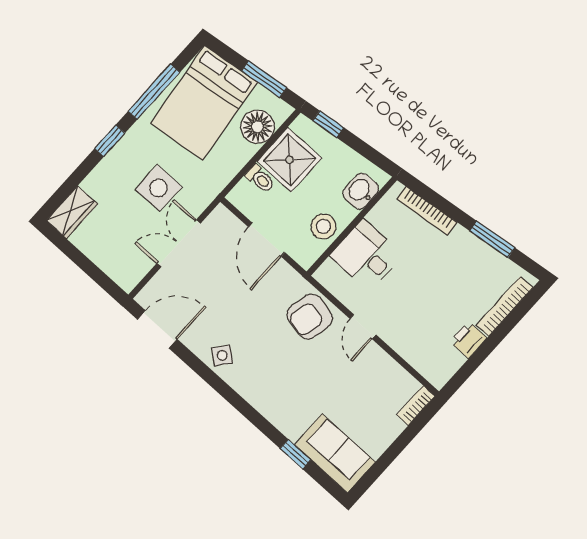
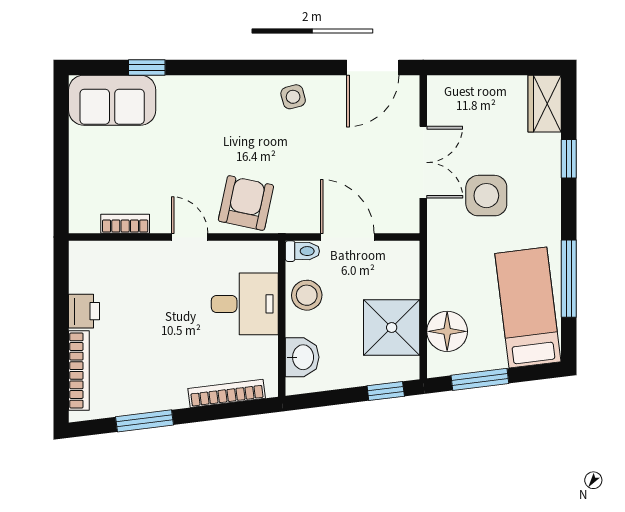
bed: (204, 103) -> (528, 308), width x0.67
window: (110, 141) -> (569, 159), moved
toilet: (260, 179) -> (302, 251), moved, turned 180
side table: (222, 355) -> (293, 97), turned 36
bookcase: (416, 405) -> (125, 224), moved, turned -90

